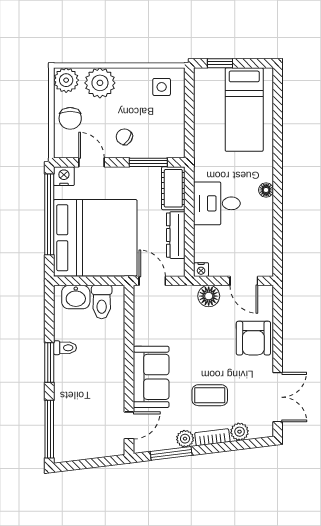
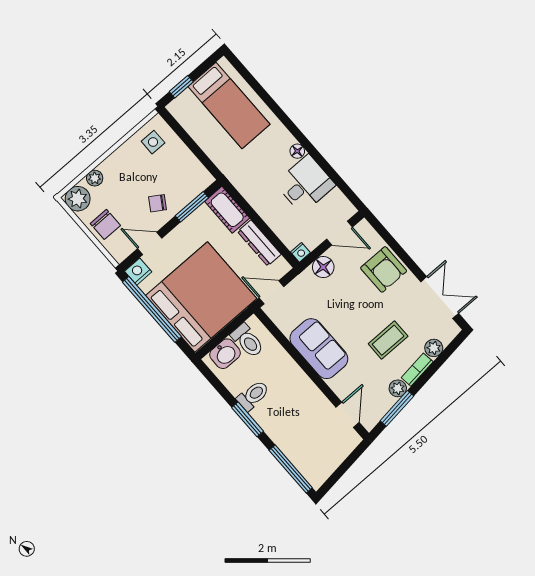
plant: (100, 83) -> (95, 178), width x0.53, depth x0.53
desk: (217, 203) -> (305, 184), moved, turned 180
toilet: (65, 348) -> (253, 396), width x1.37, depth x1.39
sofa: (151, 377) -> (319, 349), moved

